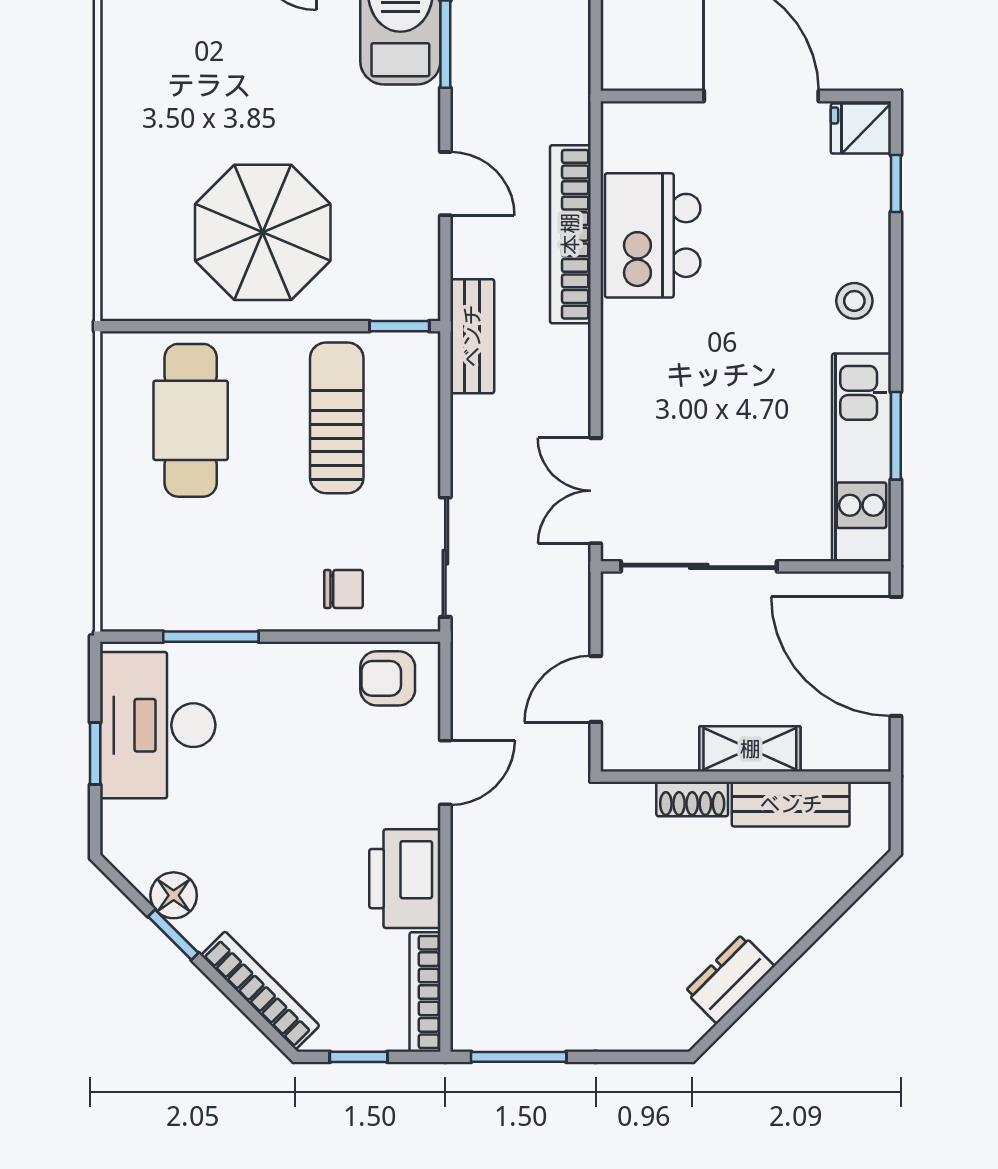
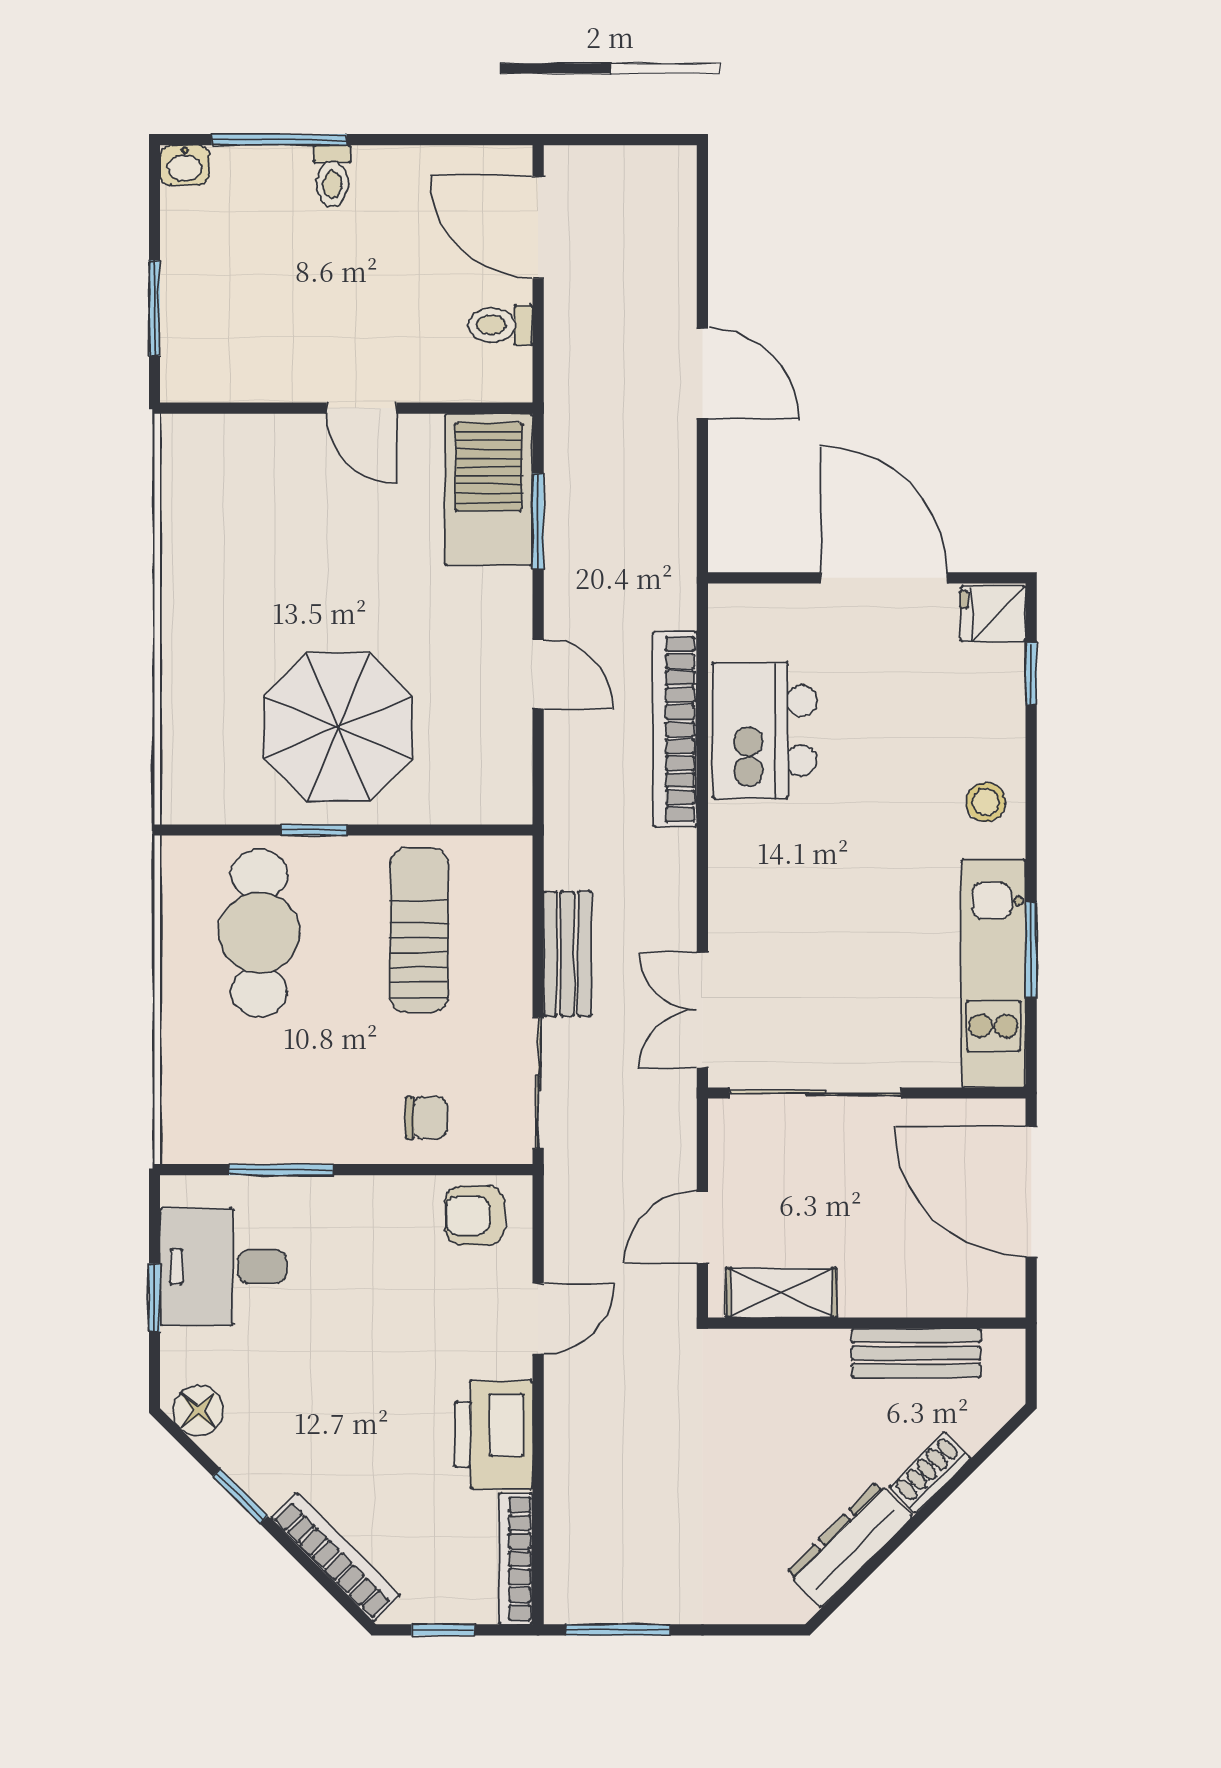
window: (399, 326) -> (314, 830), moved
bench: (472, 336) -> (567, 954), moved
desk: (158, 725) -> (223, 1267), width x0.73
shelving: (750, 749) -> (781, 1293), moved
shoe rack: (692, 799) -> (930, 1473), moved, turned 135
floor lamp: (174, 895) -> (198, 1411), moved
dresser: (730, 979) -> (849, 1545), width x1.44

